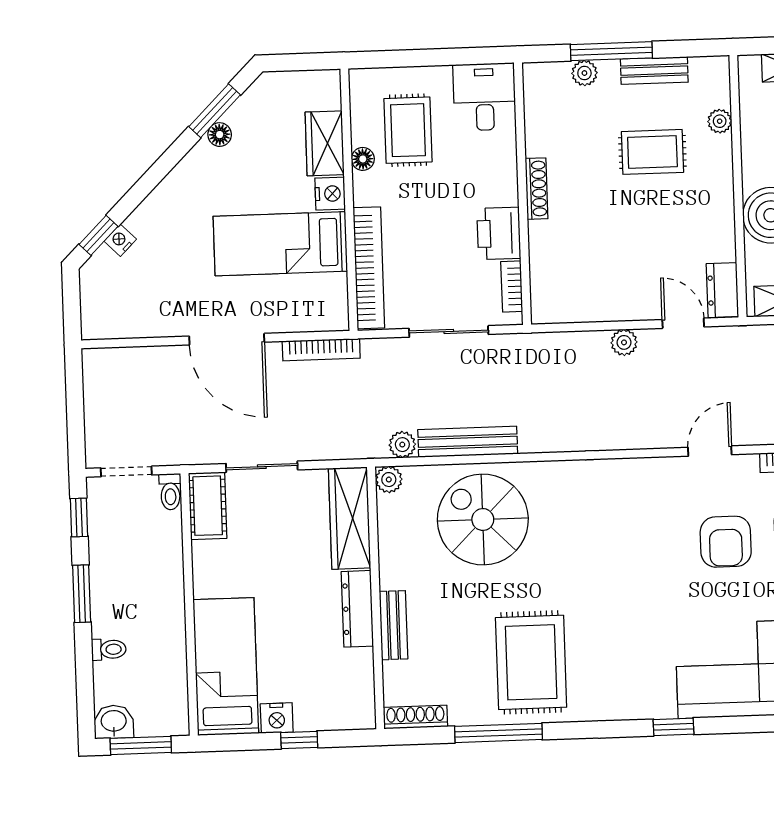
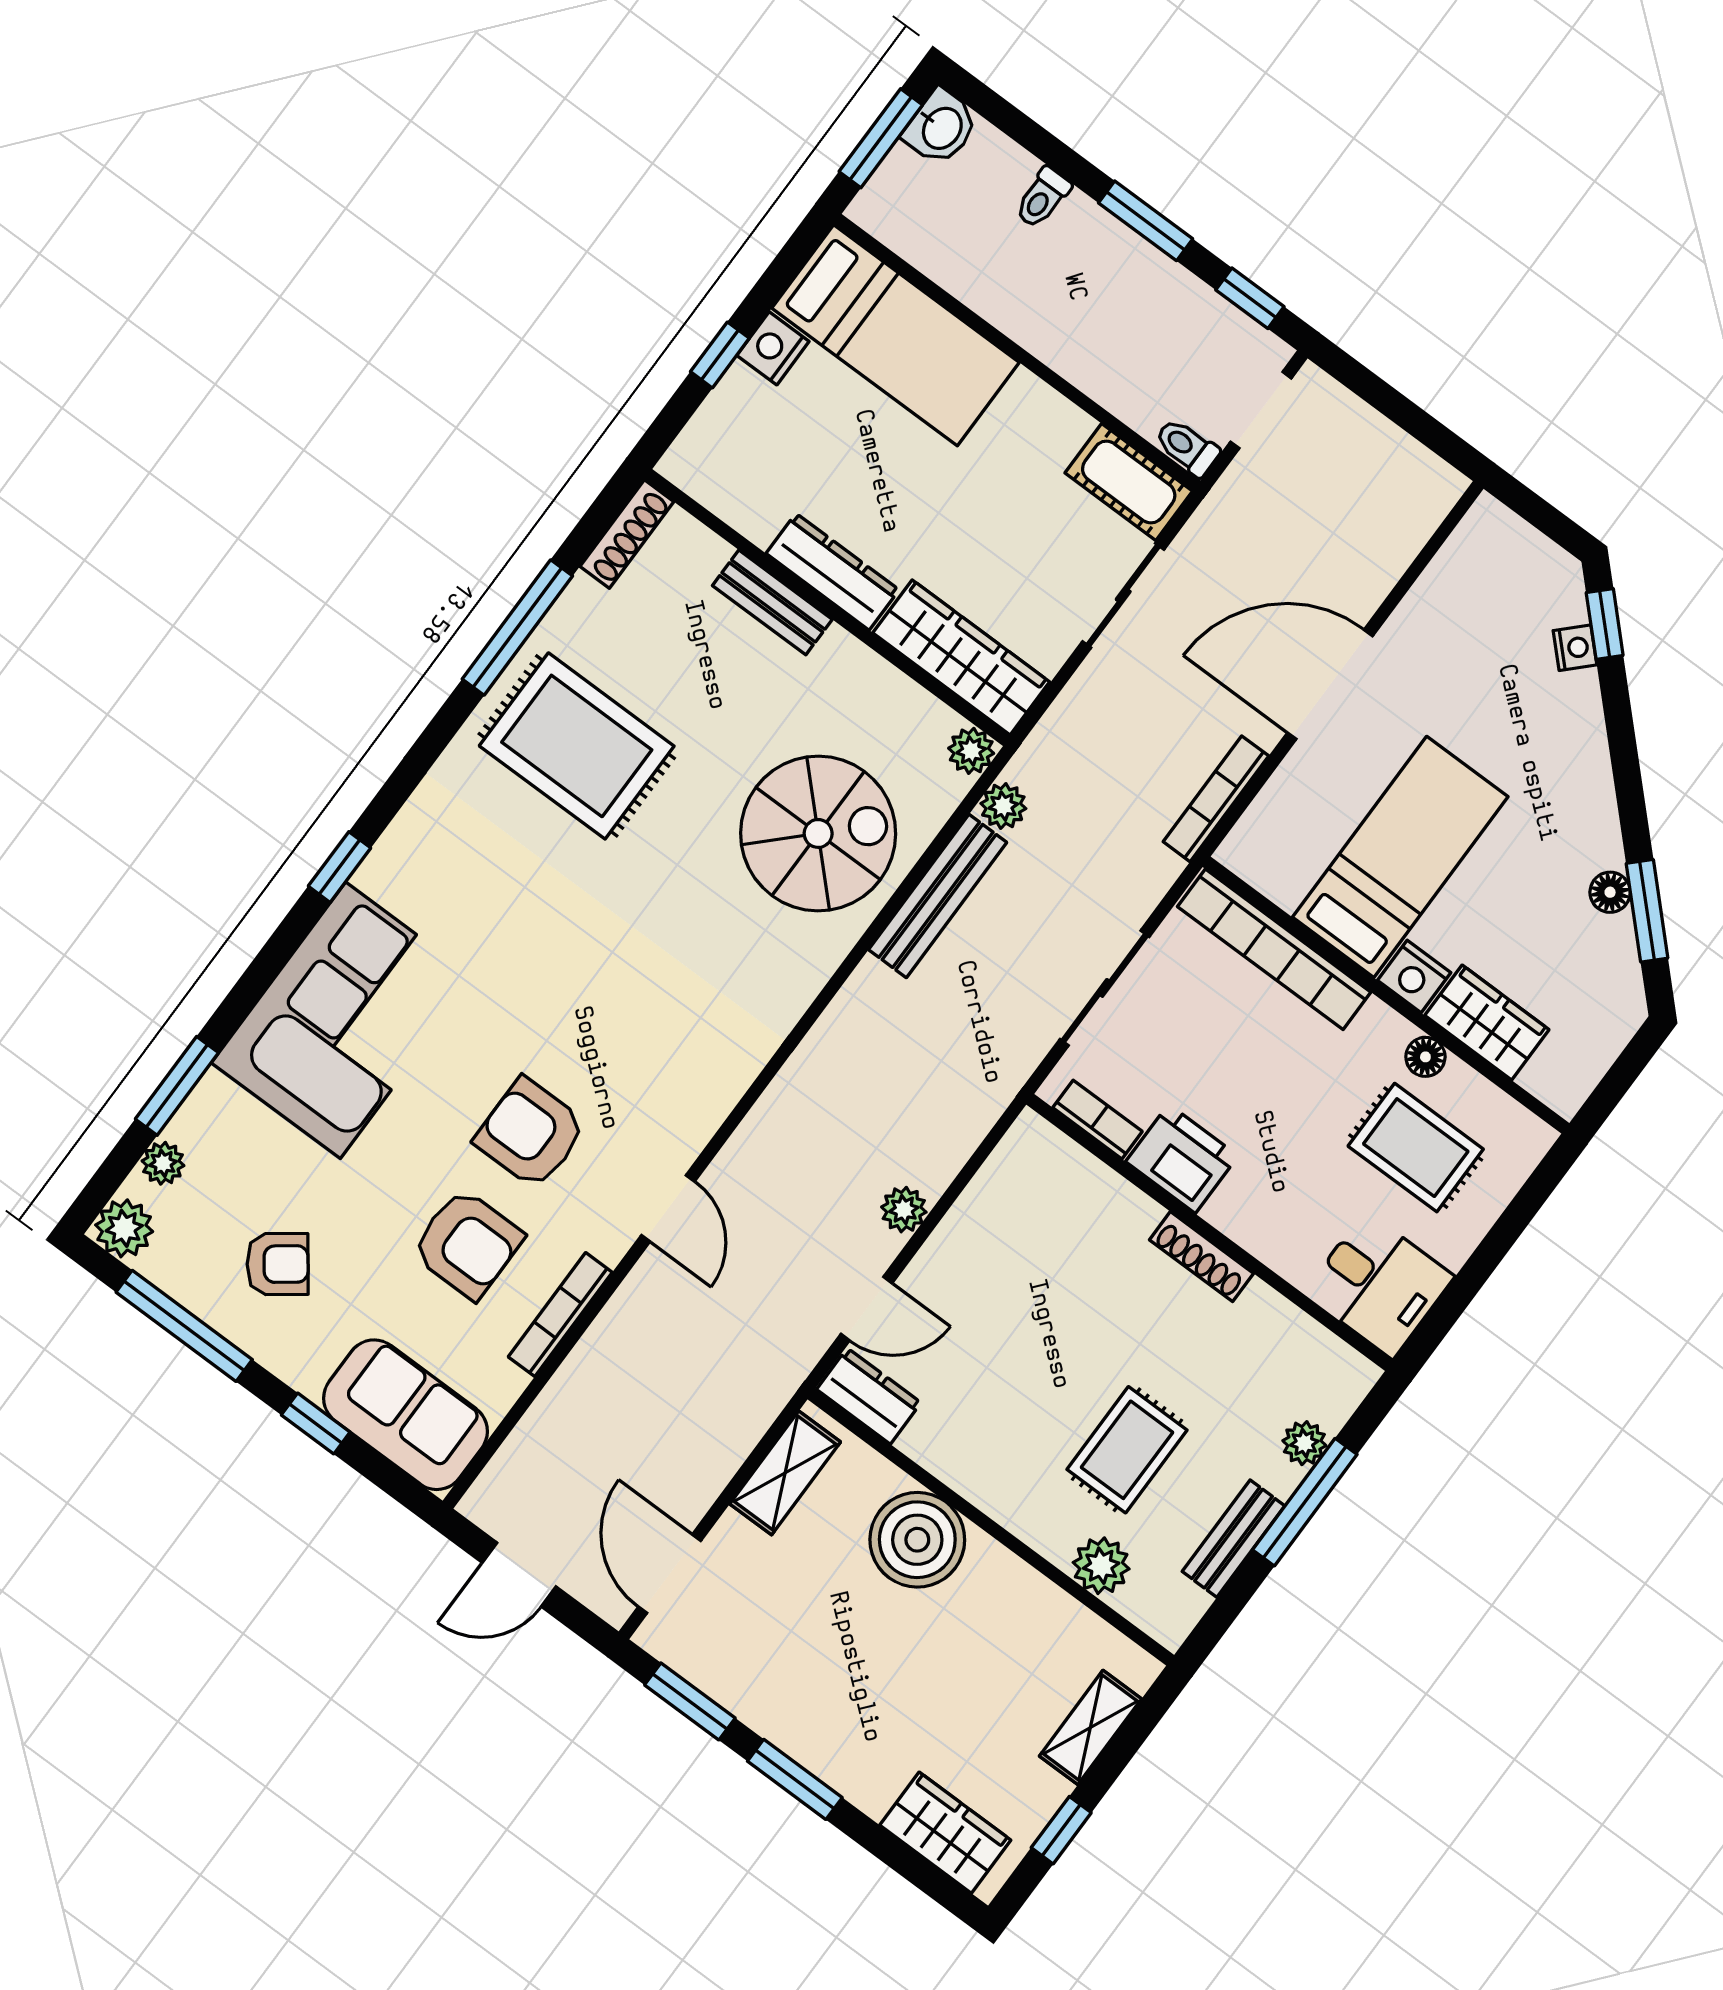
plant: (720, 121) -> (1101, 1566), width x1.38, depth x1.38

